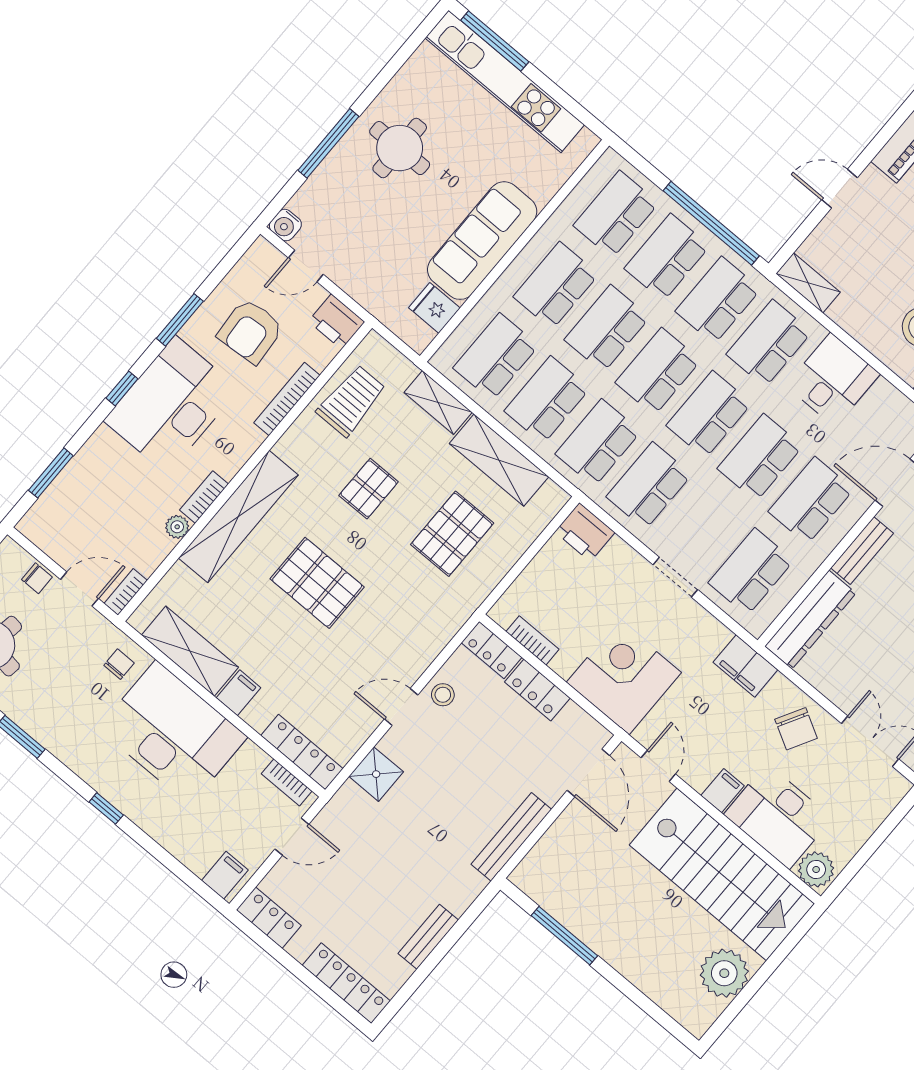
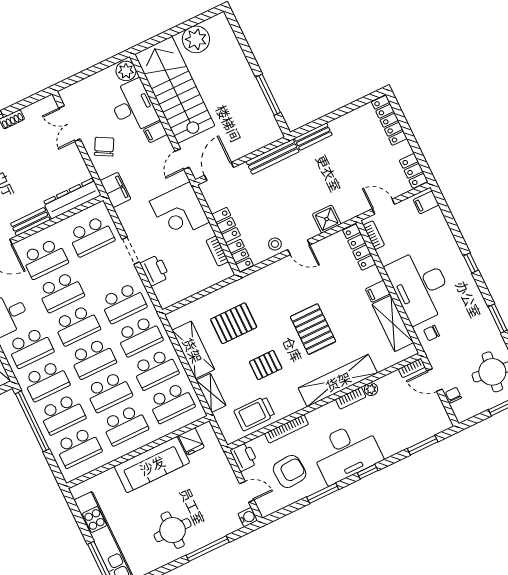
printer: (585, 532) -> (155, 270), moved
bench: (428, 937) -> (313, 137), moved

